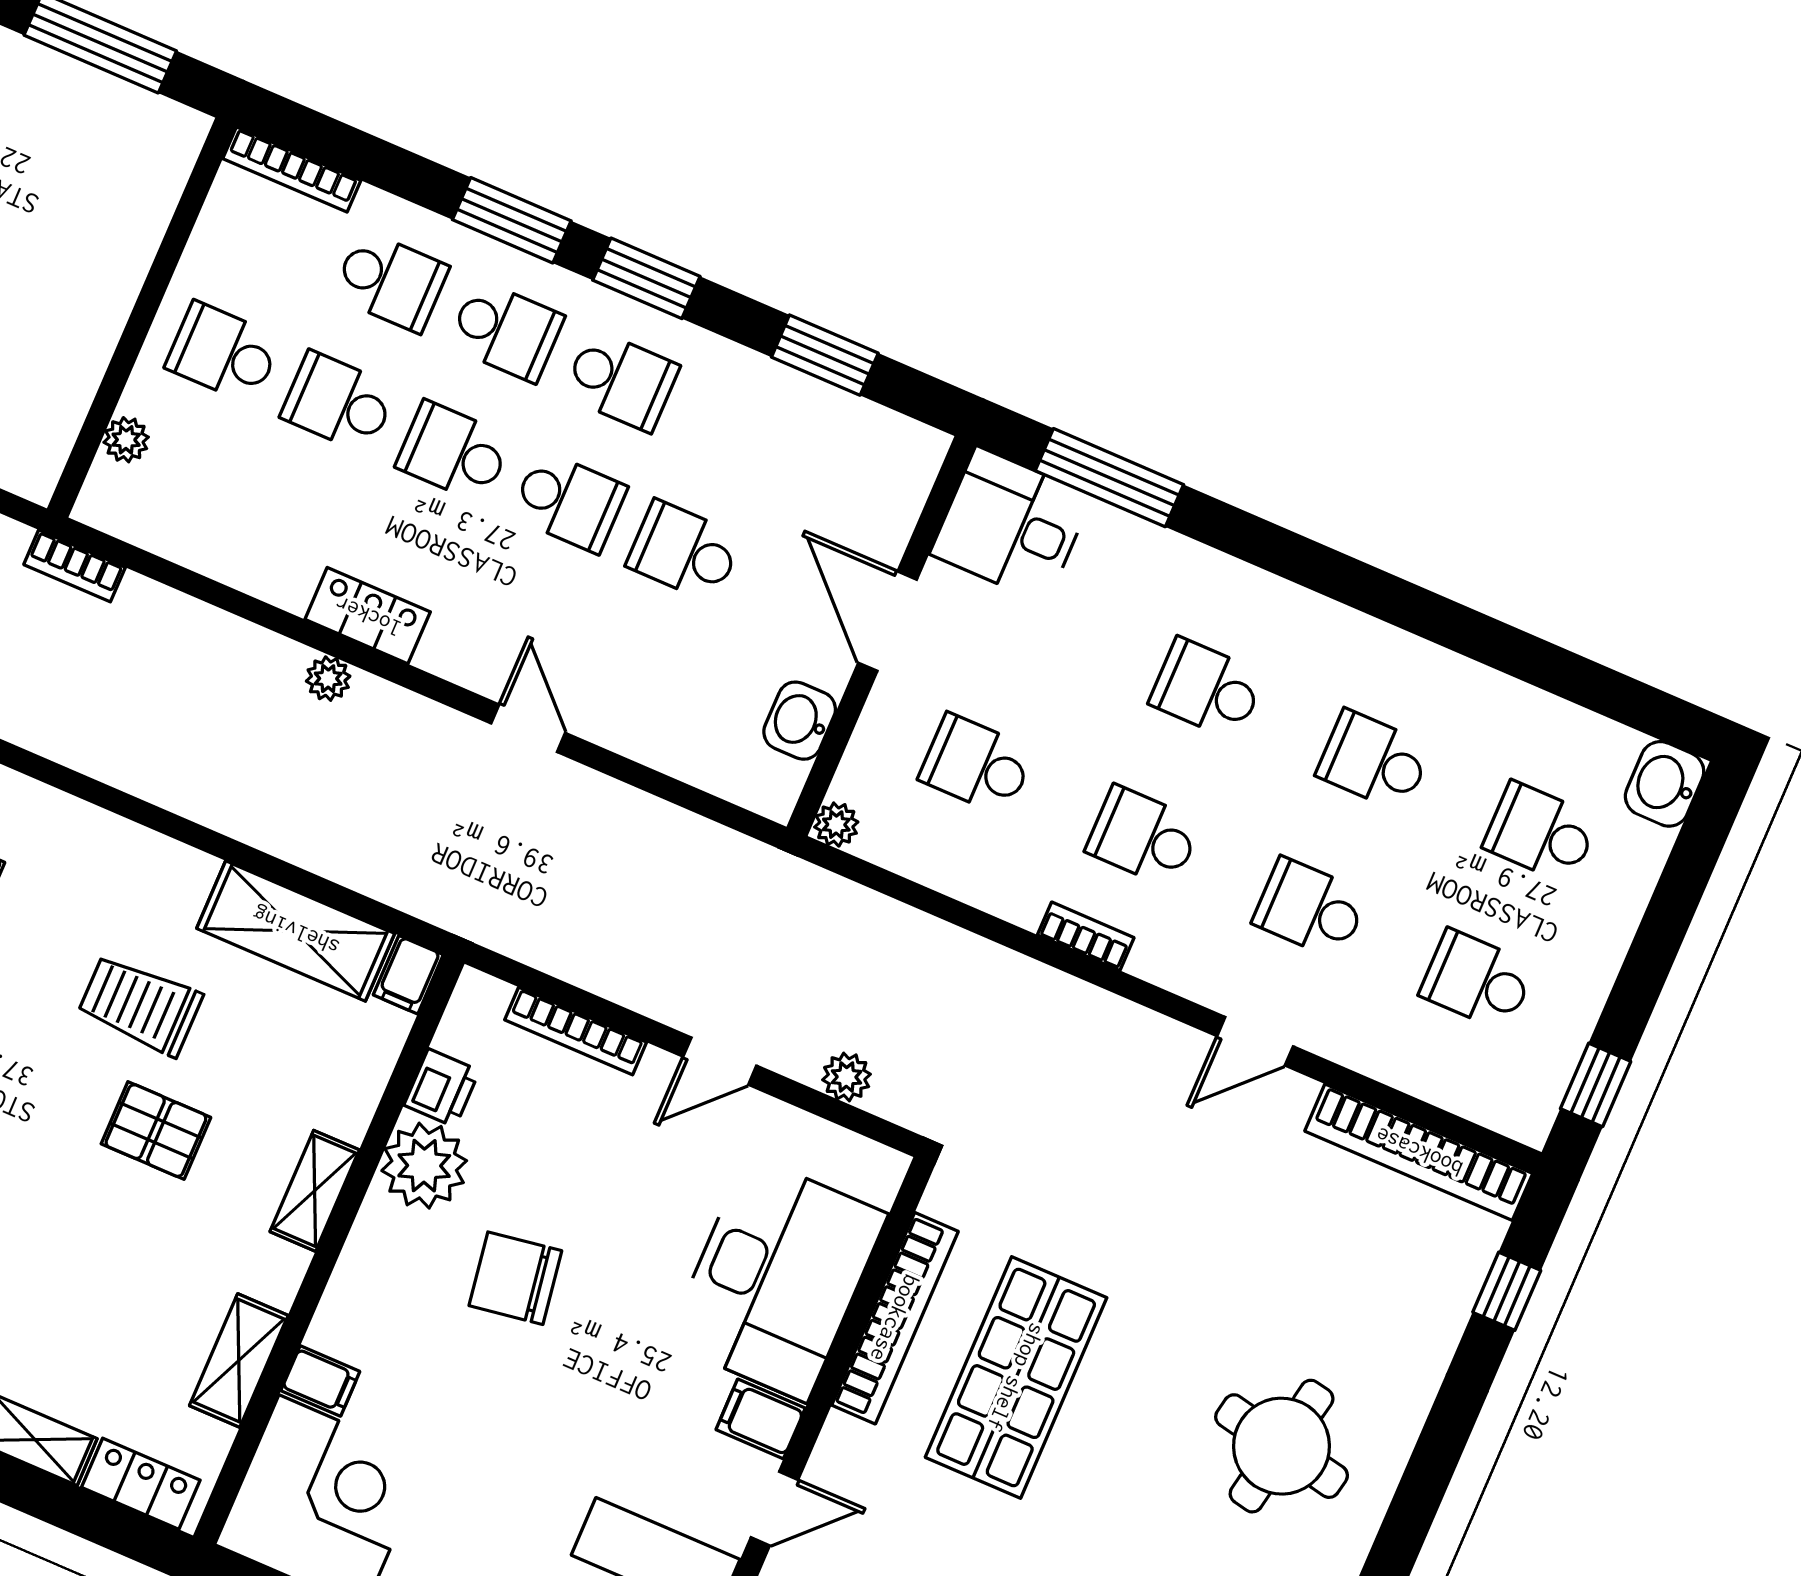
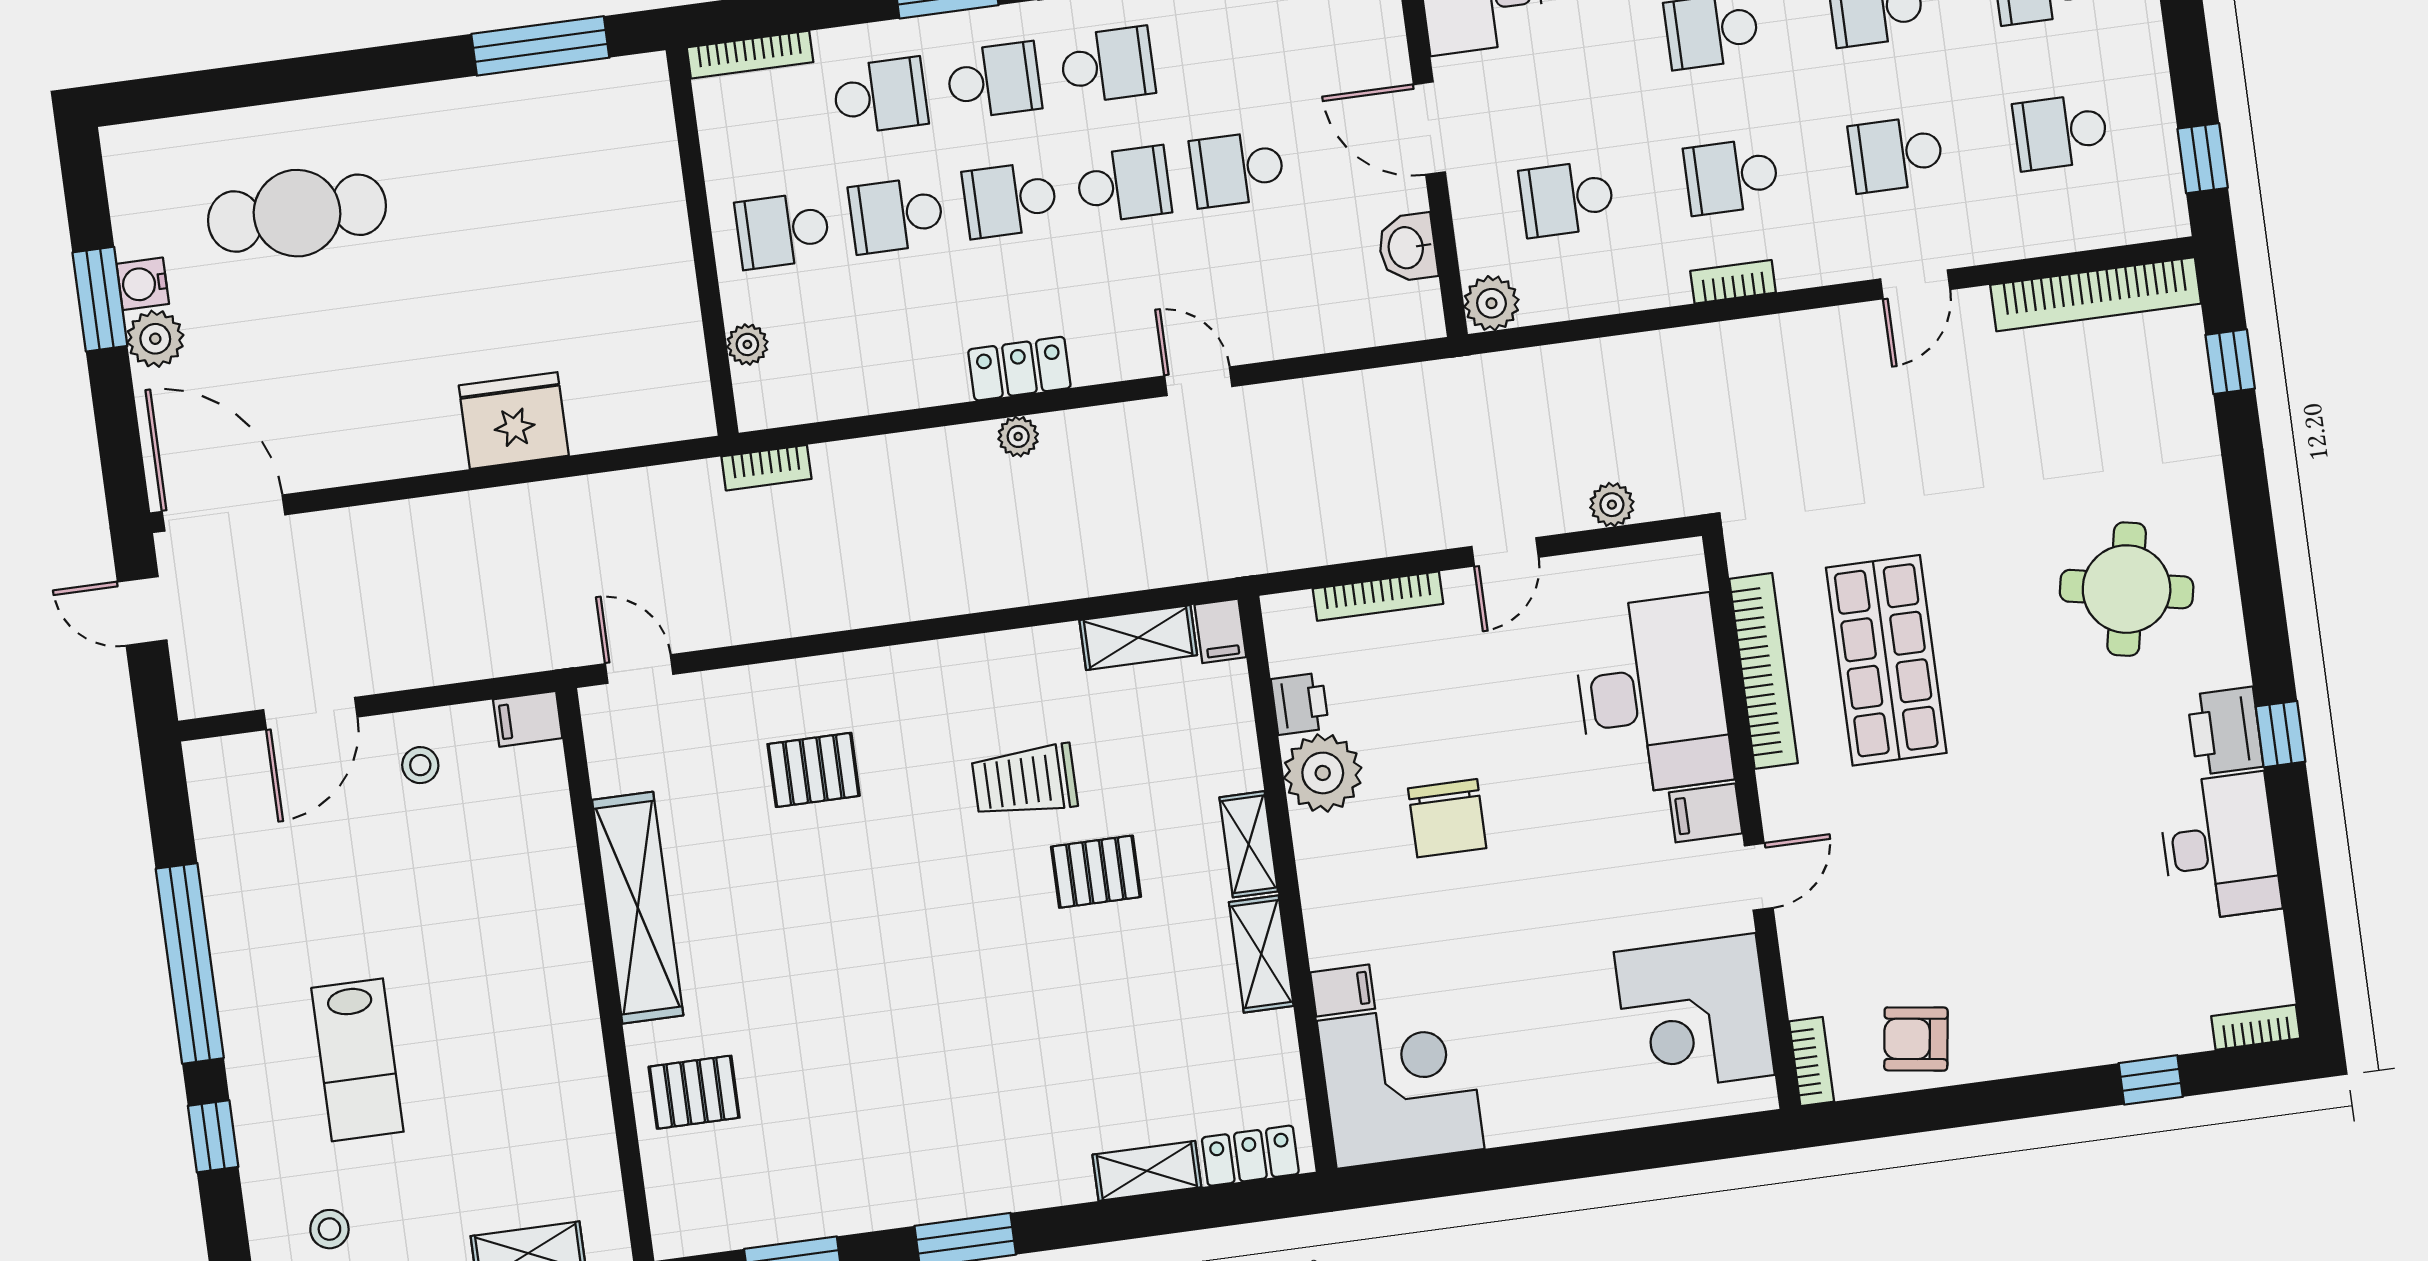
plant: (836, 825) -> (1491, 303), width x1.38, depth x1.38
shelving: (296, 931) -> (1138, 638), width x0.67, depth x0.75
chair: (515, 1278) -> (1447, 818), turned -81
shelving: (239, 1361) -> (1261, 954), moved

